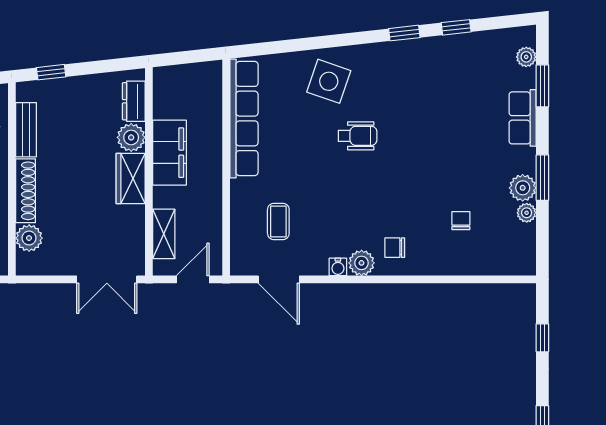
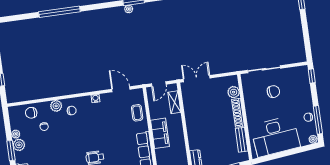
plant: (131, 137) -> (195, 143), removed
filing cabinet: (169, 153) -> (160, 133), moved, turned 180
wardrobe: (131, 179) -> (192, 125), removed
coffee table: (278, 221) -> (137, 113), moved
chair: (486, 255) -> (31, 113), added
plant: (362, 263) -> (56, 106), moved

